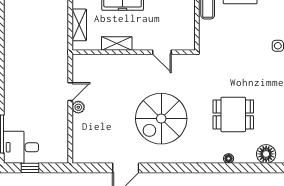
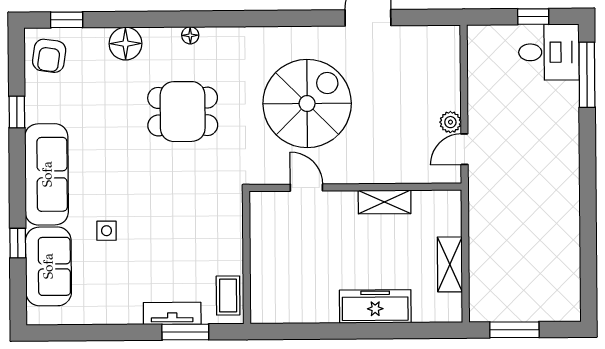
shelving: (117, 43) -> (385, 202), moved
wall: (134, 52) -> (355, 187), moved
door: (162, 52) -> (306, 188), moved

